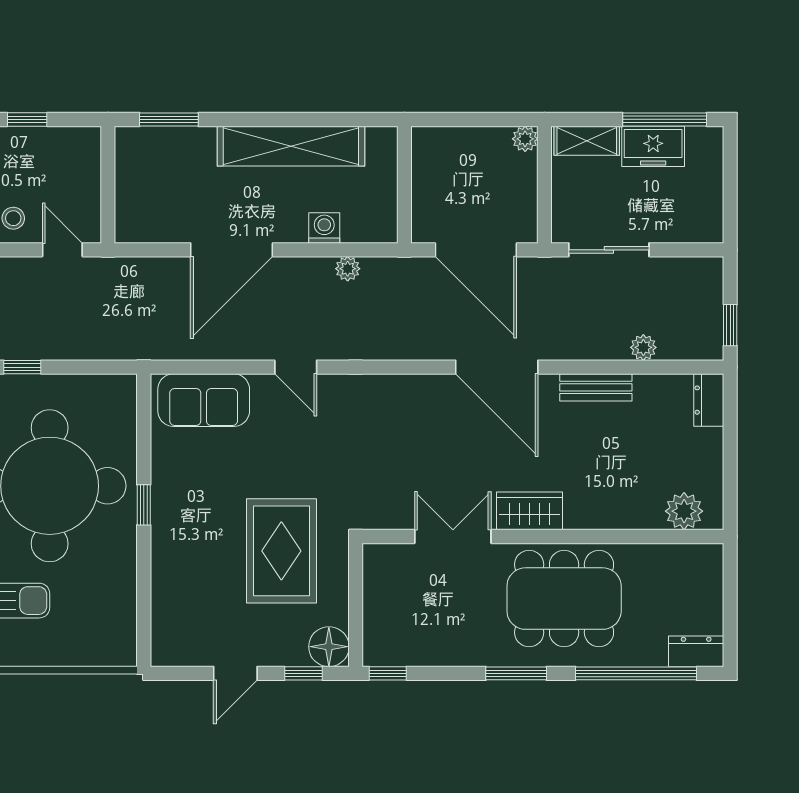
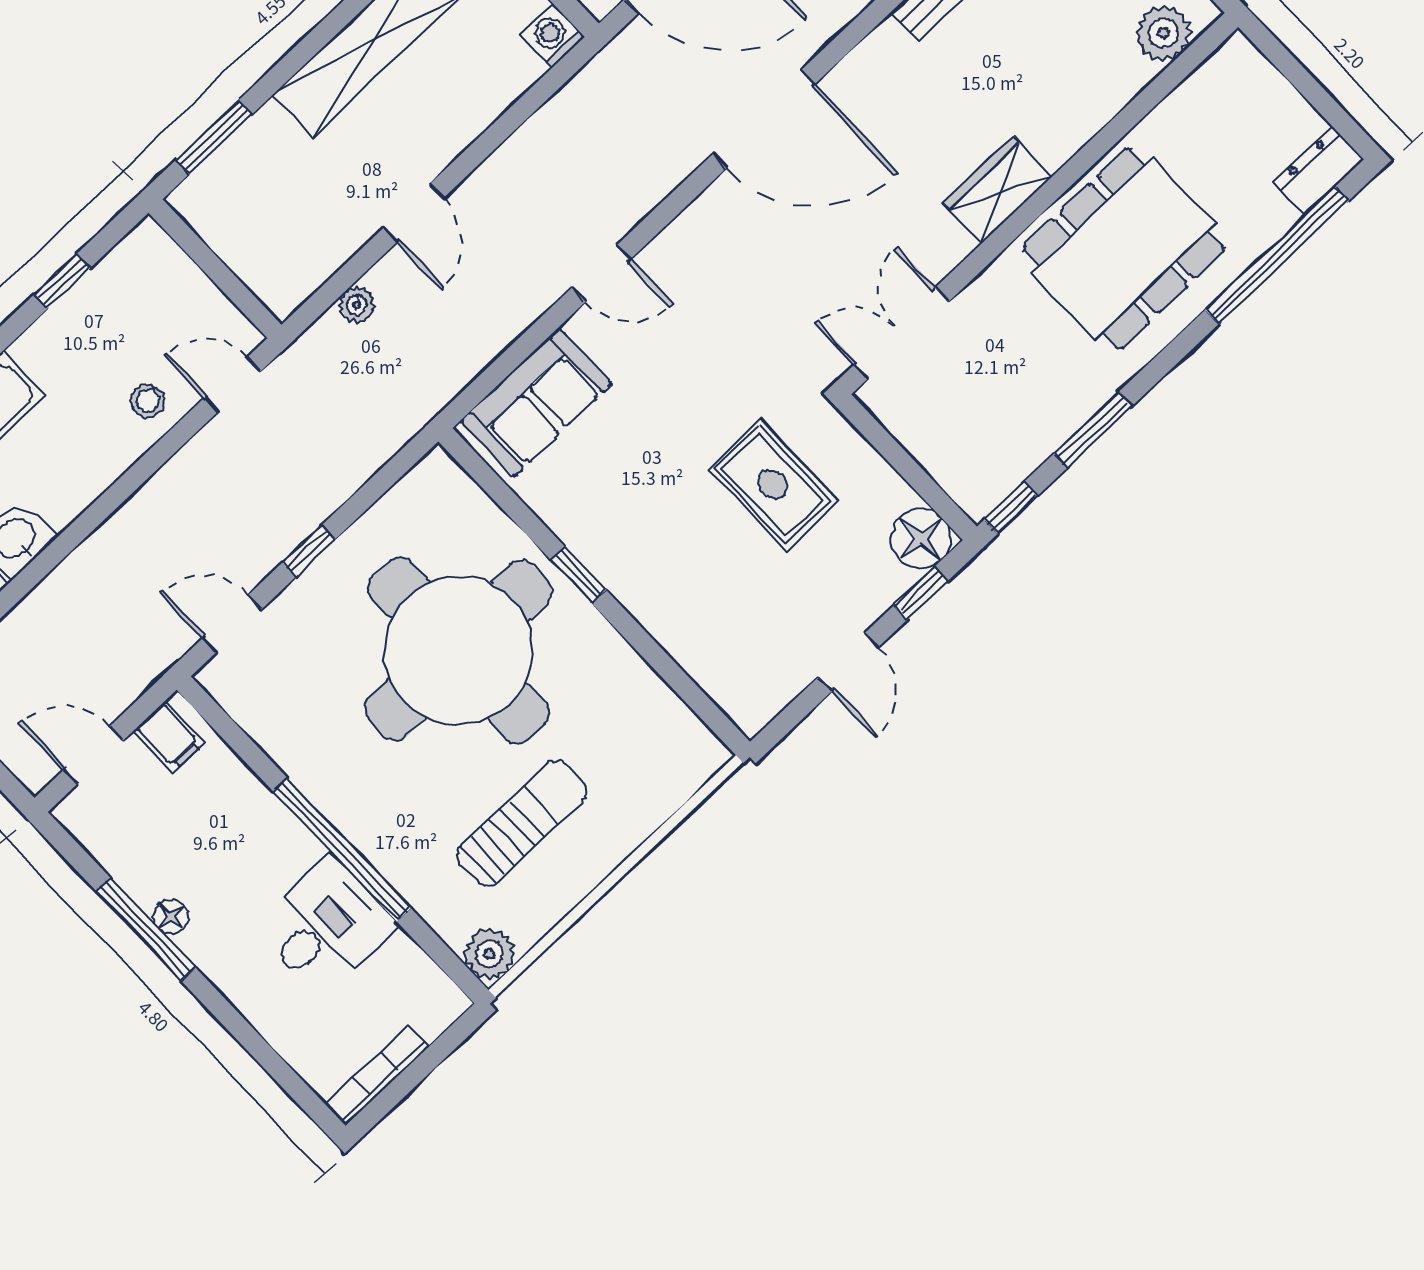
washing machine: (324, 228) -> (553, 36), moved
door: (232, 250) -> (414, 213), width x0.53
plant: (348, 269) -> (357, 305), moved
door: (497, 367) -> (764, 119), moved
double door: (453, 537) -> (901, 333), moved
rug: (281, 551) -> (773, 485), width x0.73, depth x0.70
window: (516, 673) -> (1093, 430), moved

